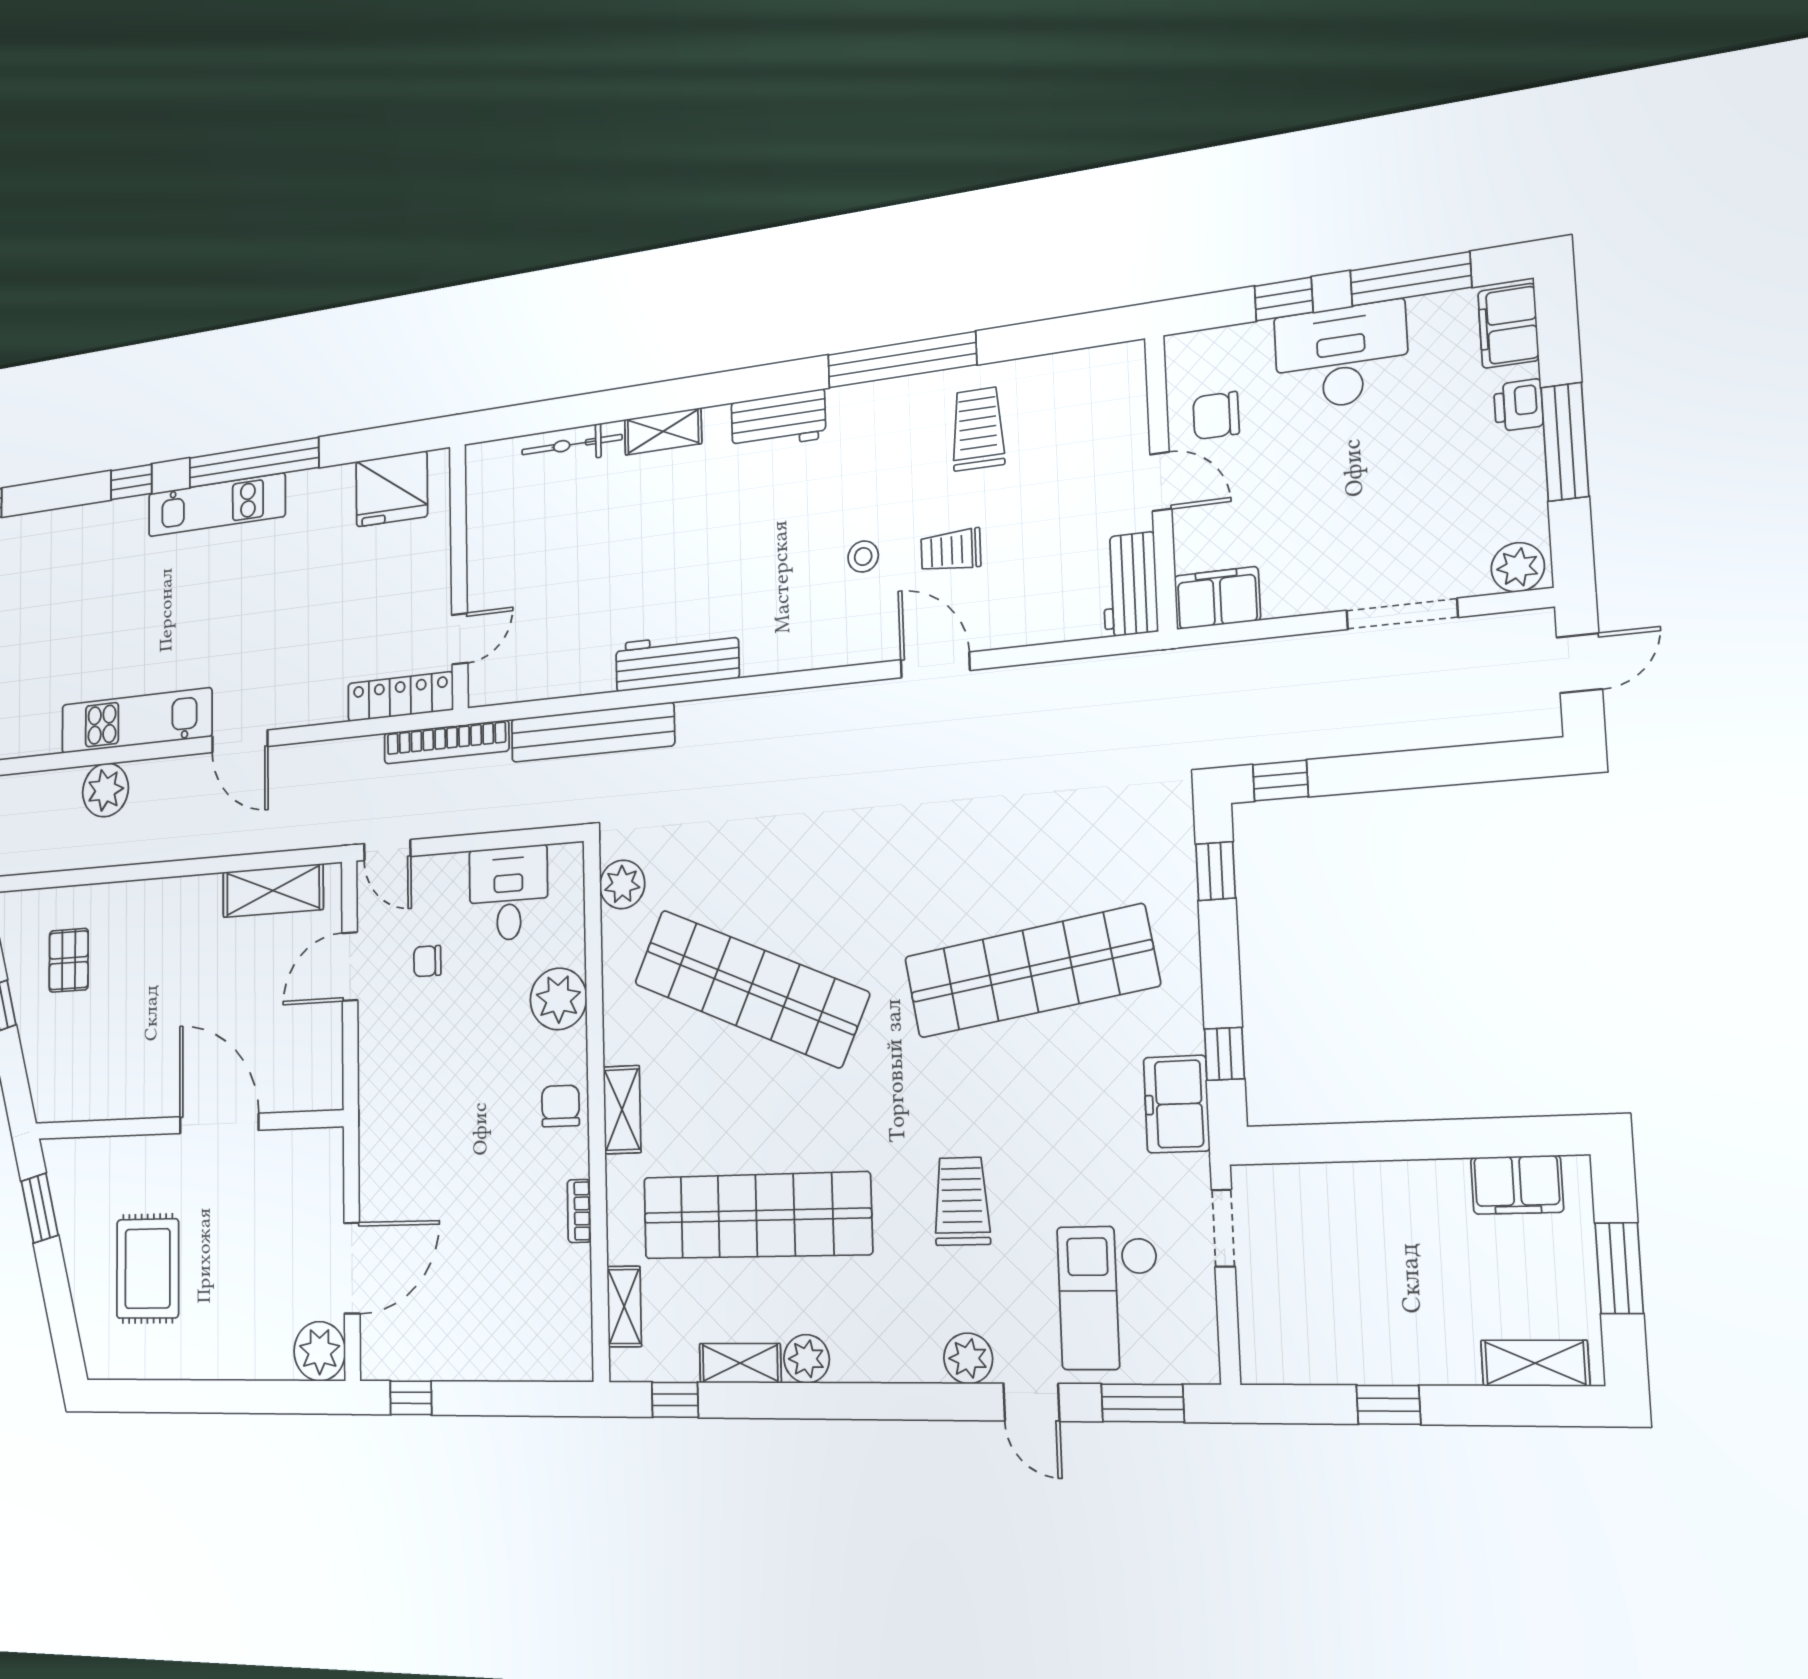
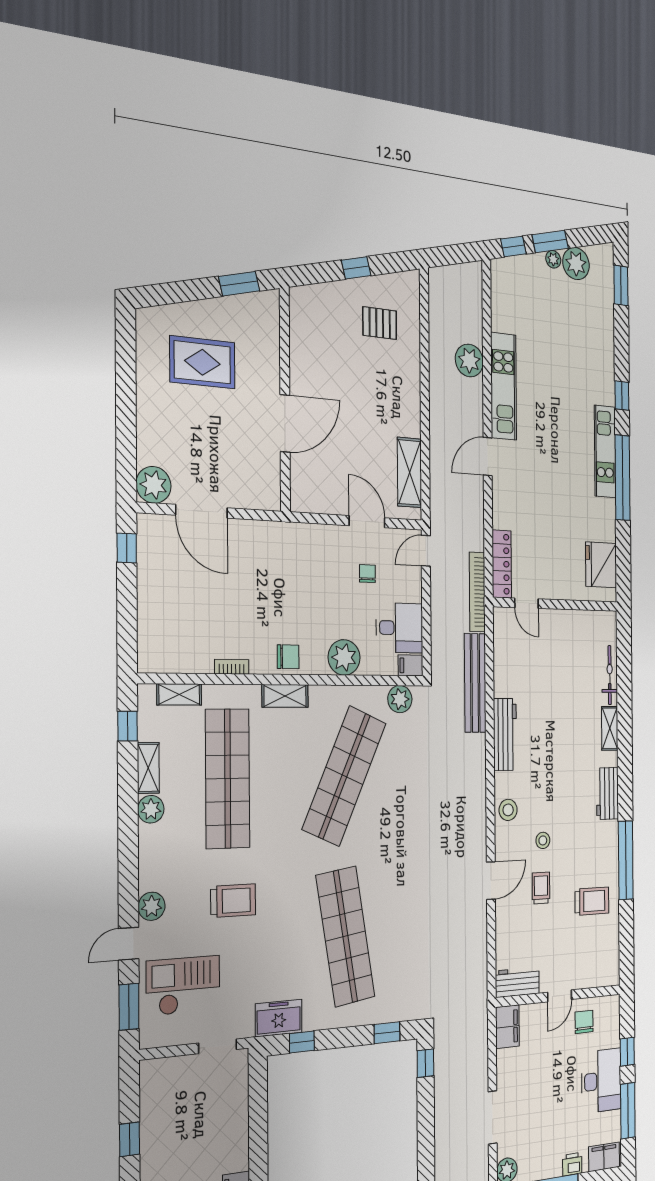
stool: (808, 640) -> (508, 810), added
filing cabinet: (567, 867) -> (411, 665), added

